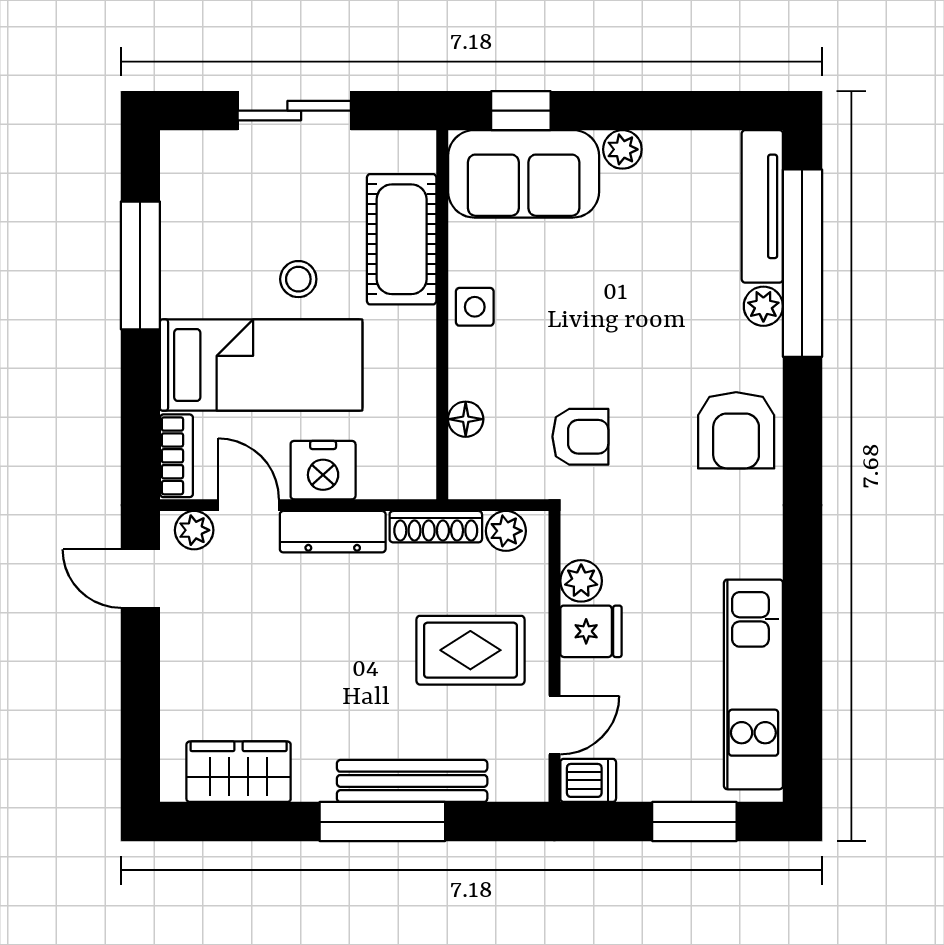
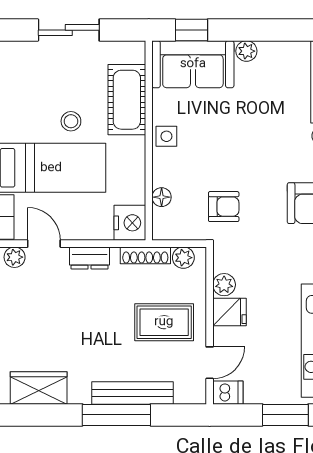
nightstand: (323, 470) -> (130, 223), moved, turned -90
dresser: (333, 532) -> (90, 258), width x0.70

